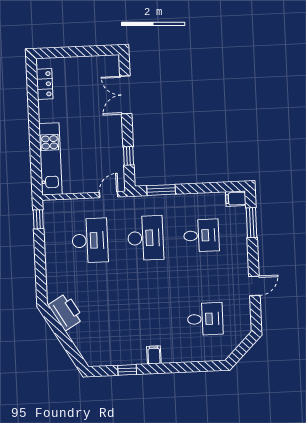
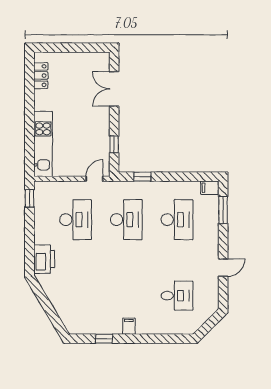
window: (161, 190) -> (142, 177), width x0.67
desk: (201, 235) -> (177, 220), width x1.37
printer: (66, 312) -> (44, 259), moved, turned 31

